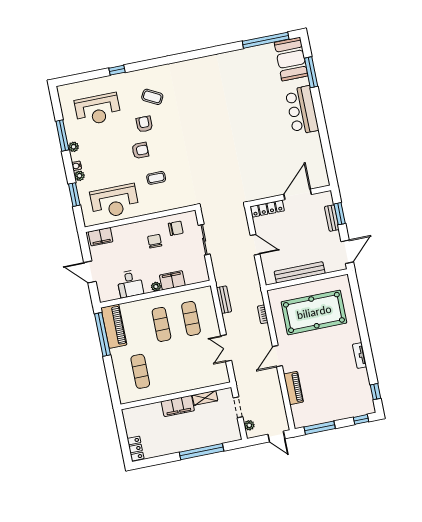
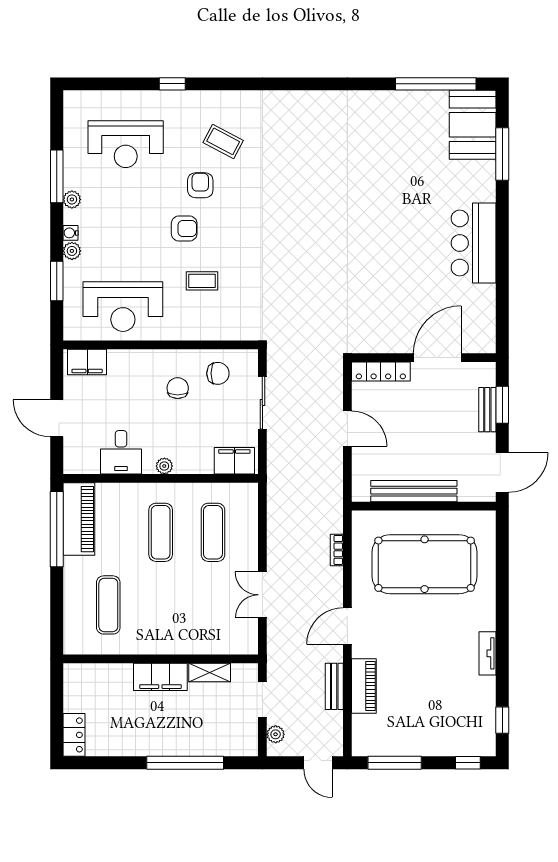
bar counter: (302, 110) -> (474, 243), moved
filing cabinet: (172, 280) -> (234, 461), moved
bench: (224, 300) -> (334, 686), moved

